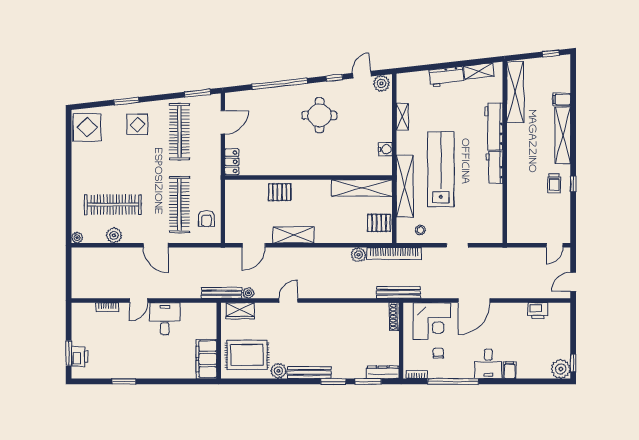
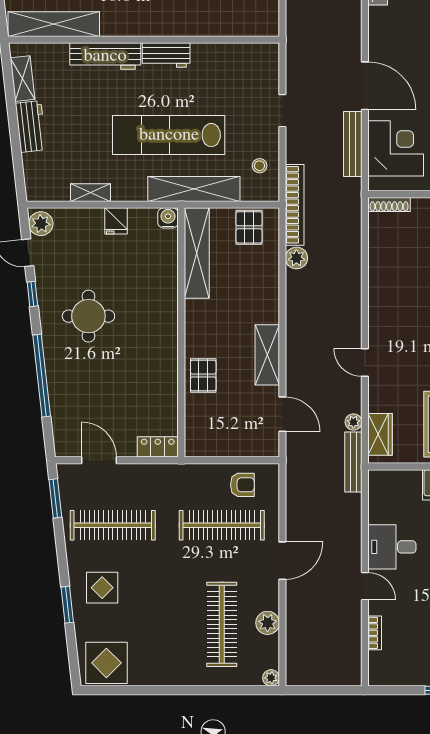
fridge: (383, 134) -> (116, 221), added
water cooler: (385, 149) -> (168, 218), moved
bench: (398, 292) -> (353, 144), moved

